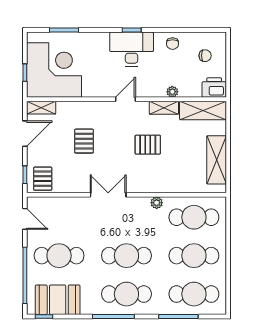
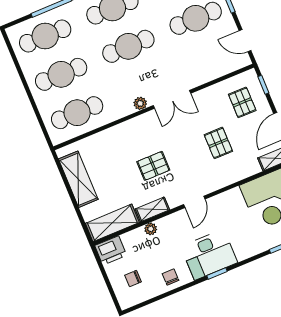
pallet: (43, 179) -> (242, 102), moved
plant: (157, 203) -> (140, 103), moved

